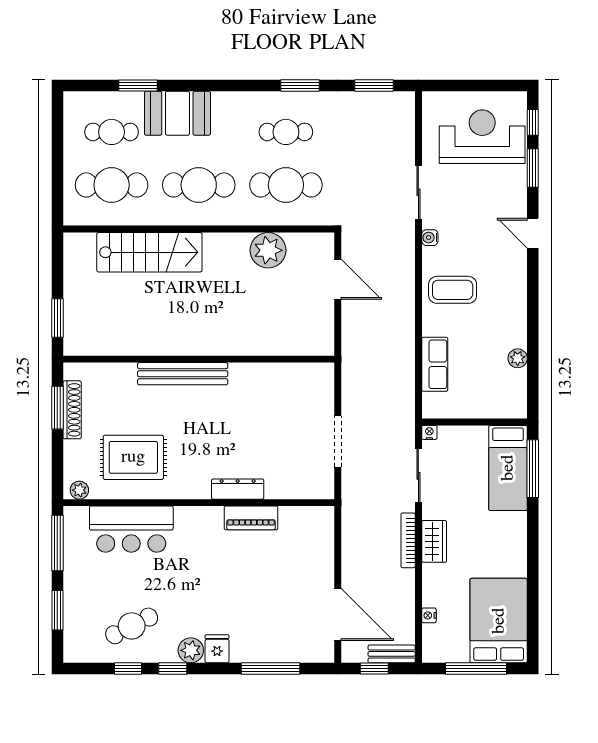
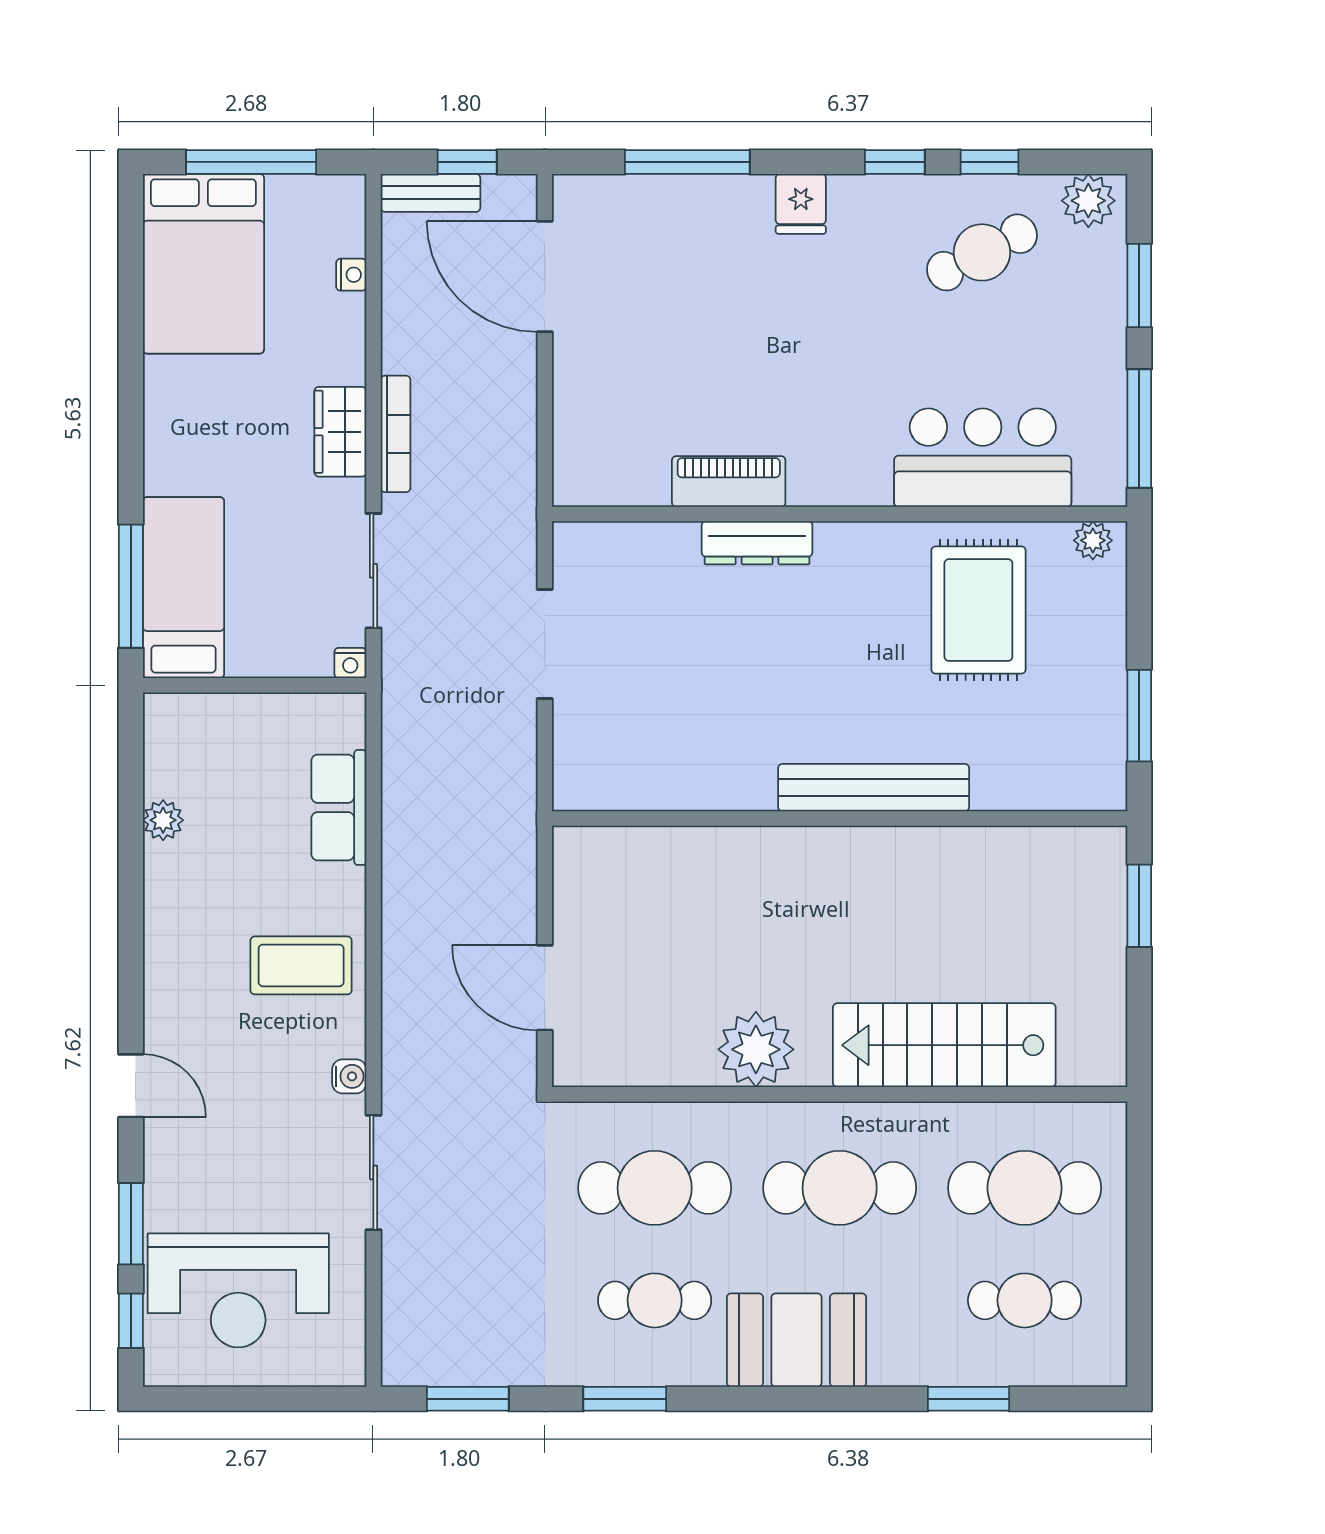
booth: (177, 113) -> (797, 1340), moved
plant: (268, 250) -> (756, 1049), moved
shoe rack: (72, 410) -> (1108, 711), removed
rug: (133, 457) -> (978, 610), turned 90
plant: (191, 650) -> (1088, 201), moved

